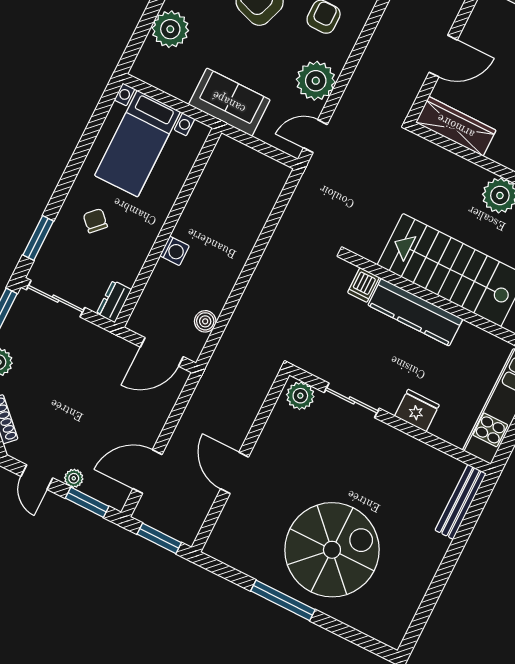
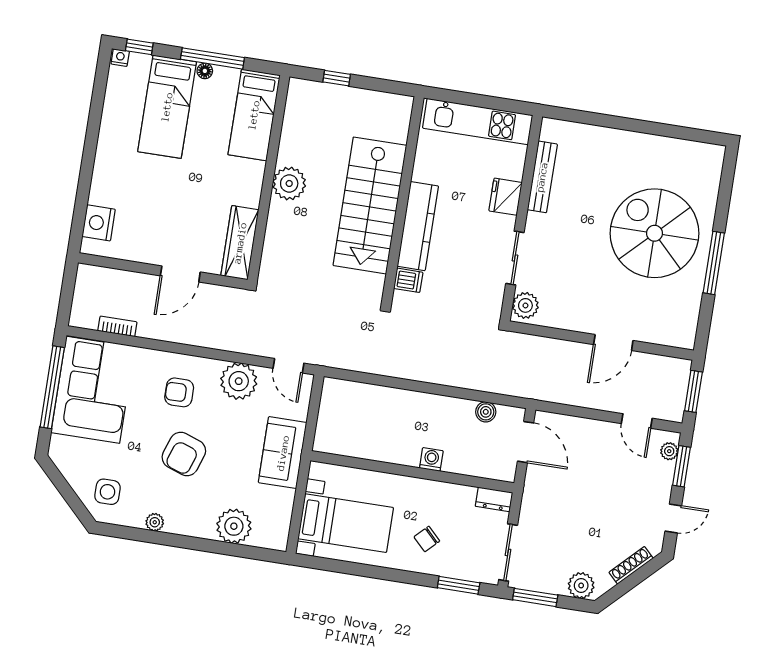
door: (443, 56) -> (180, 274), swing flipped
door: (147, 471) -> (637, 421), width x0.73
plant: (74, 478) -> (669, 451), moved
bench: (461, 502) -> (542, 177), moved, turned 90

